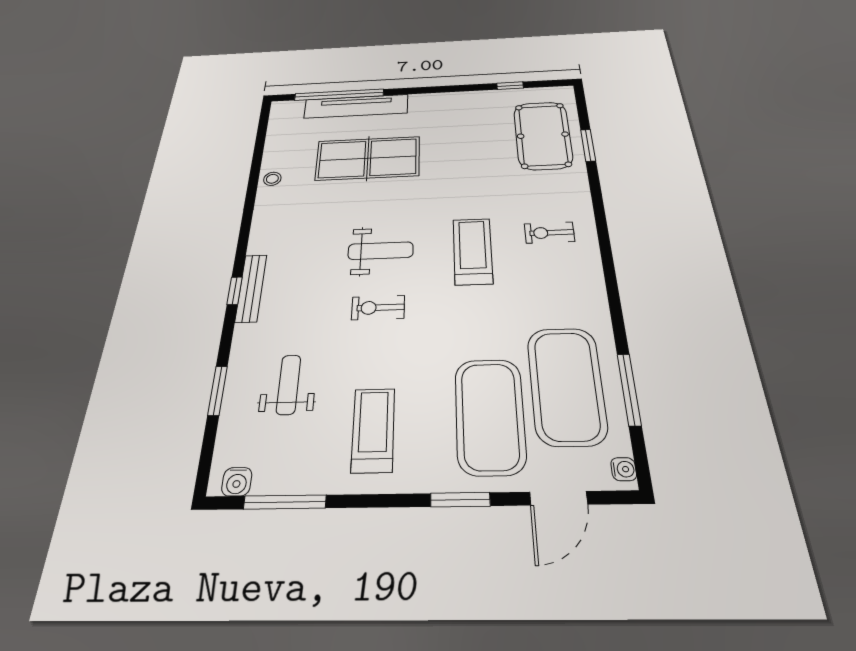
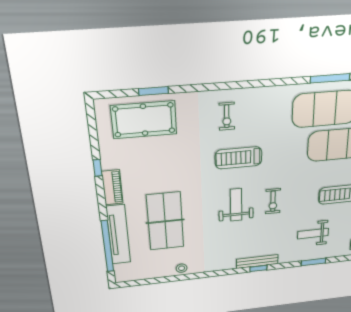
window: (510, 86) -> (97, 168), moved
piano: (437, 101) -> (112, 187), added

